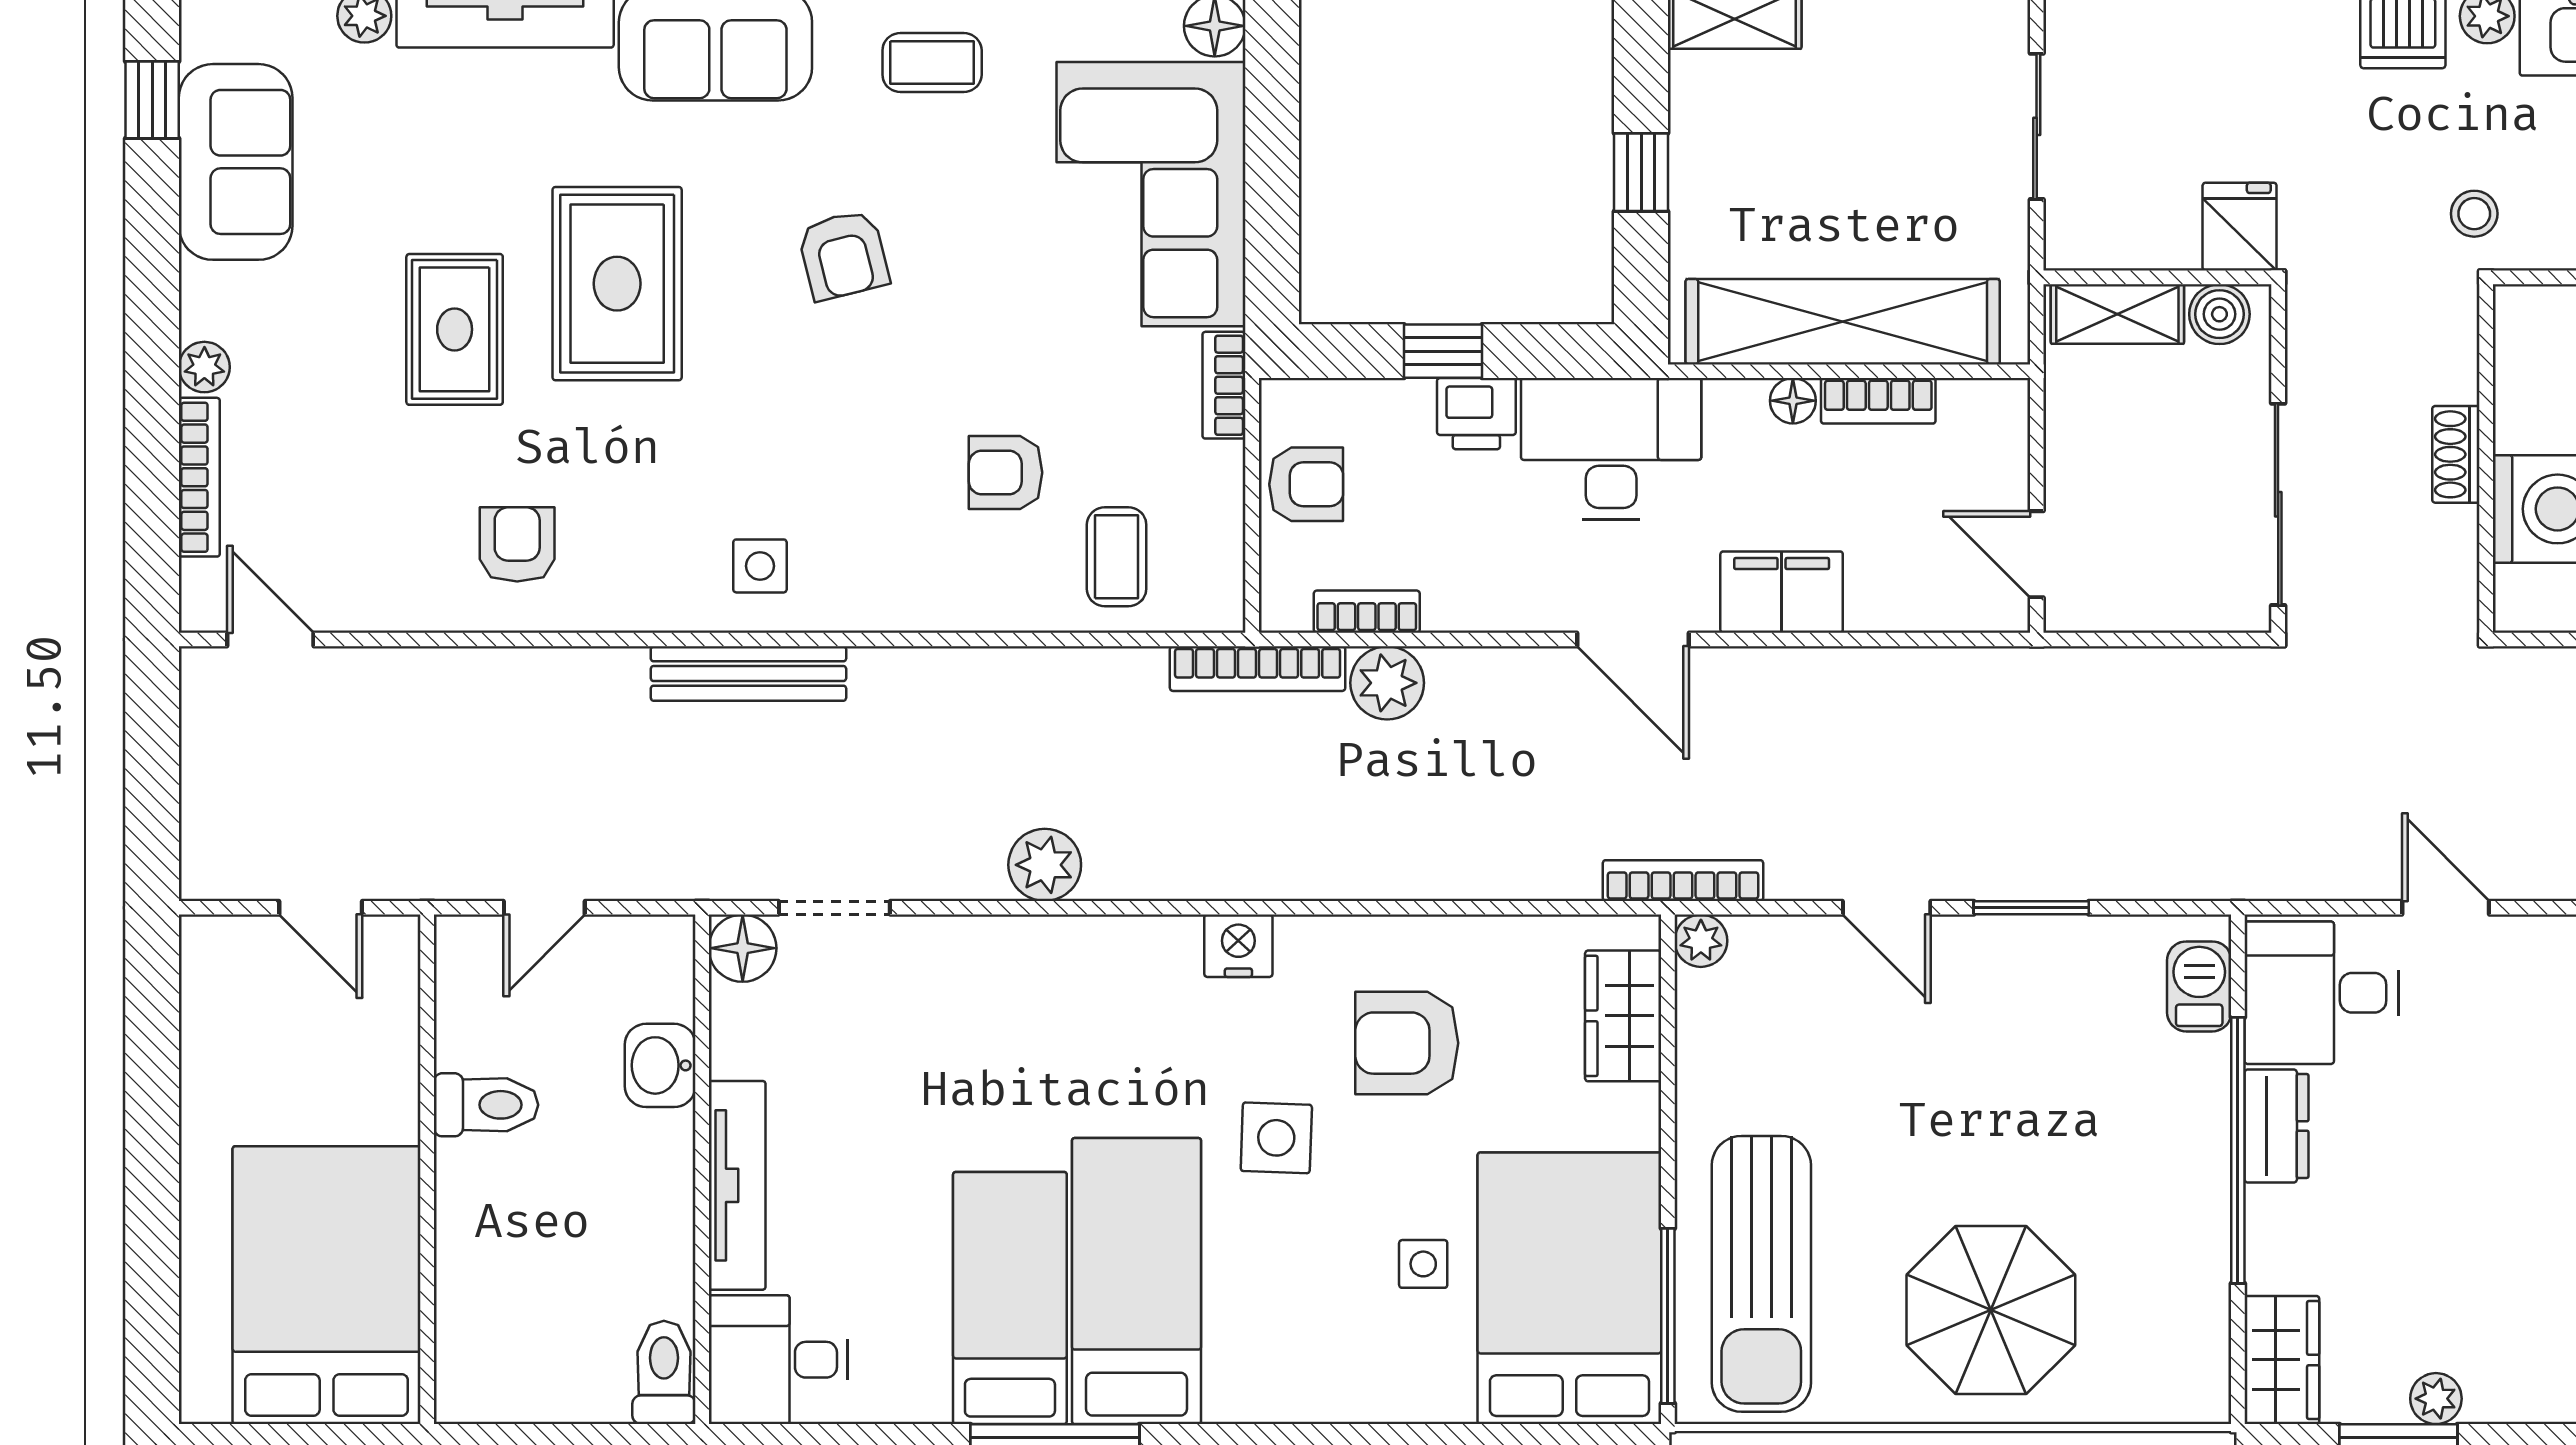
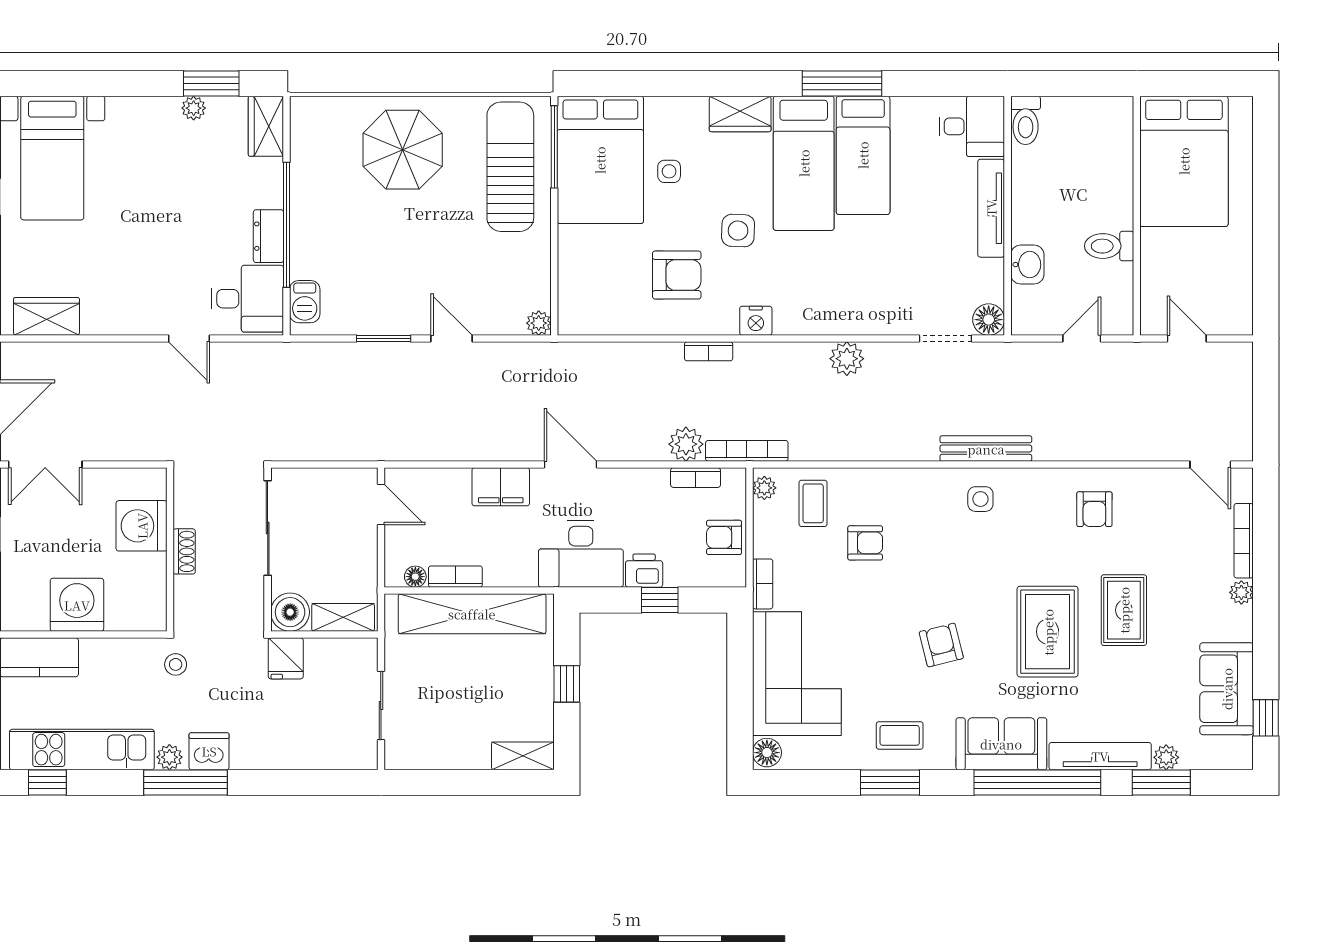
boiler: (2219, 314) -> (290, 612), width x1.36, depth x1.36
floor lamp: (1793, 401) -> (415, 577), moved
plant: (1220, 590) -> (764, 488), added
bookcase: (1683, 881) -> (709, 351), moved, width x0.64
wardrobe: (1623, 1016) -> (740, 114), moved, turned 90

